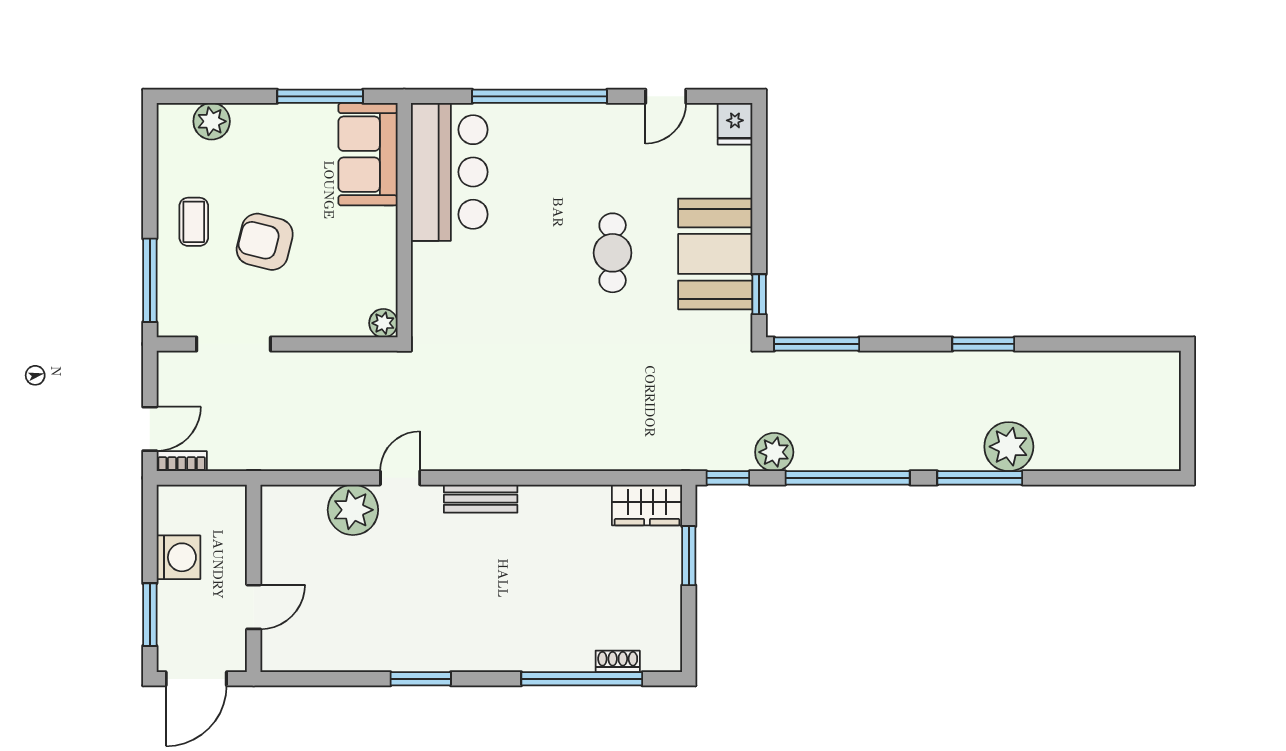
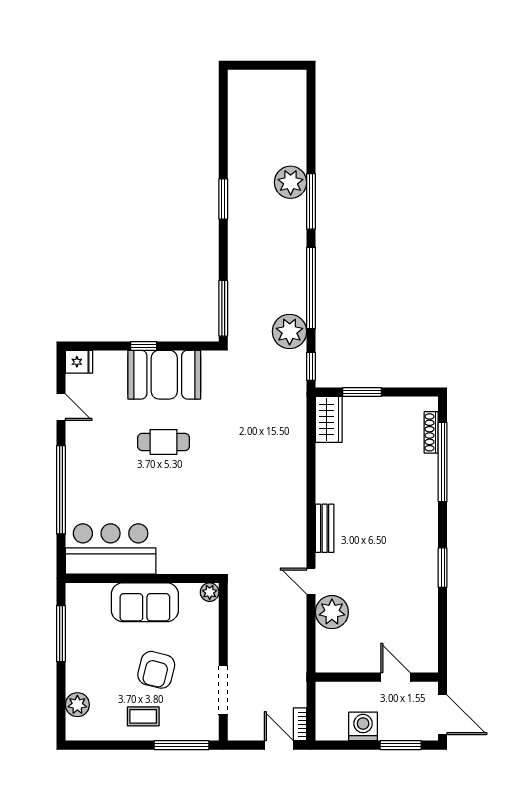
sofa: (368, 154) -> (145, 602), moved
window: (759, 294) -> (144, 346), moved
plant: (774, 452) -> (290, 331), width x1.36, depth x1.36
shoe rack: (618, 661) -> (431, 432), width x1.43

